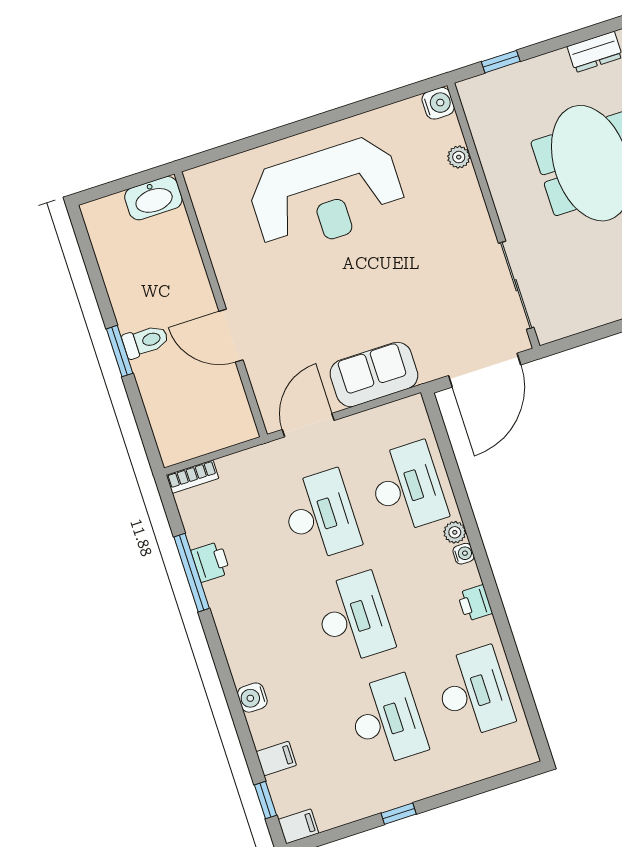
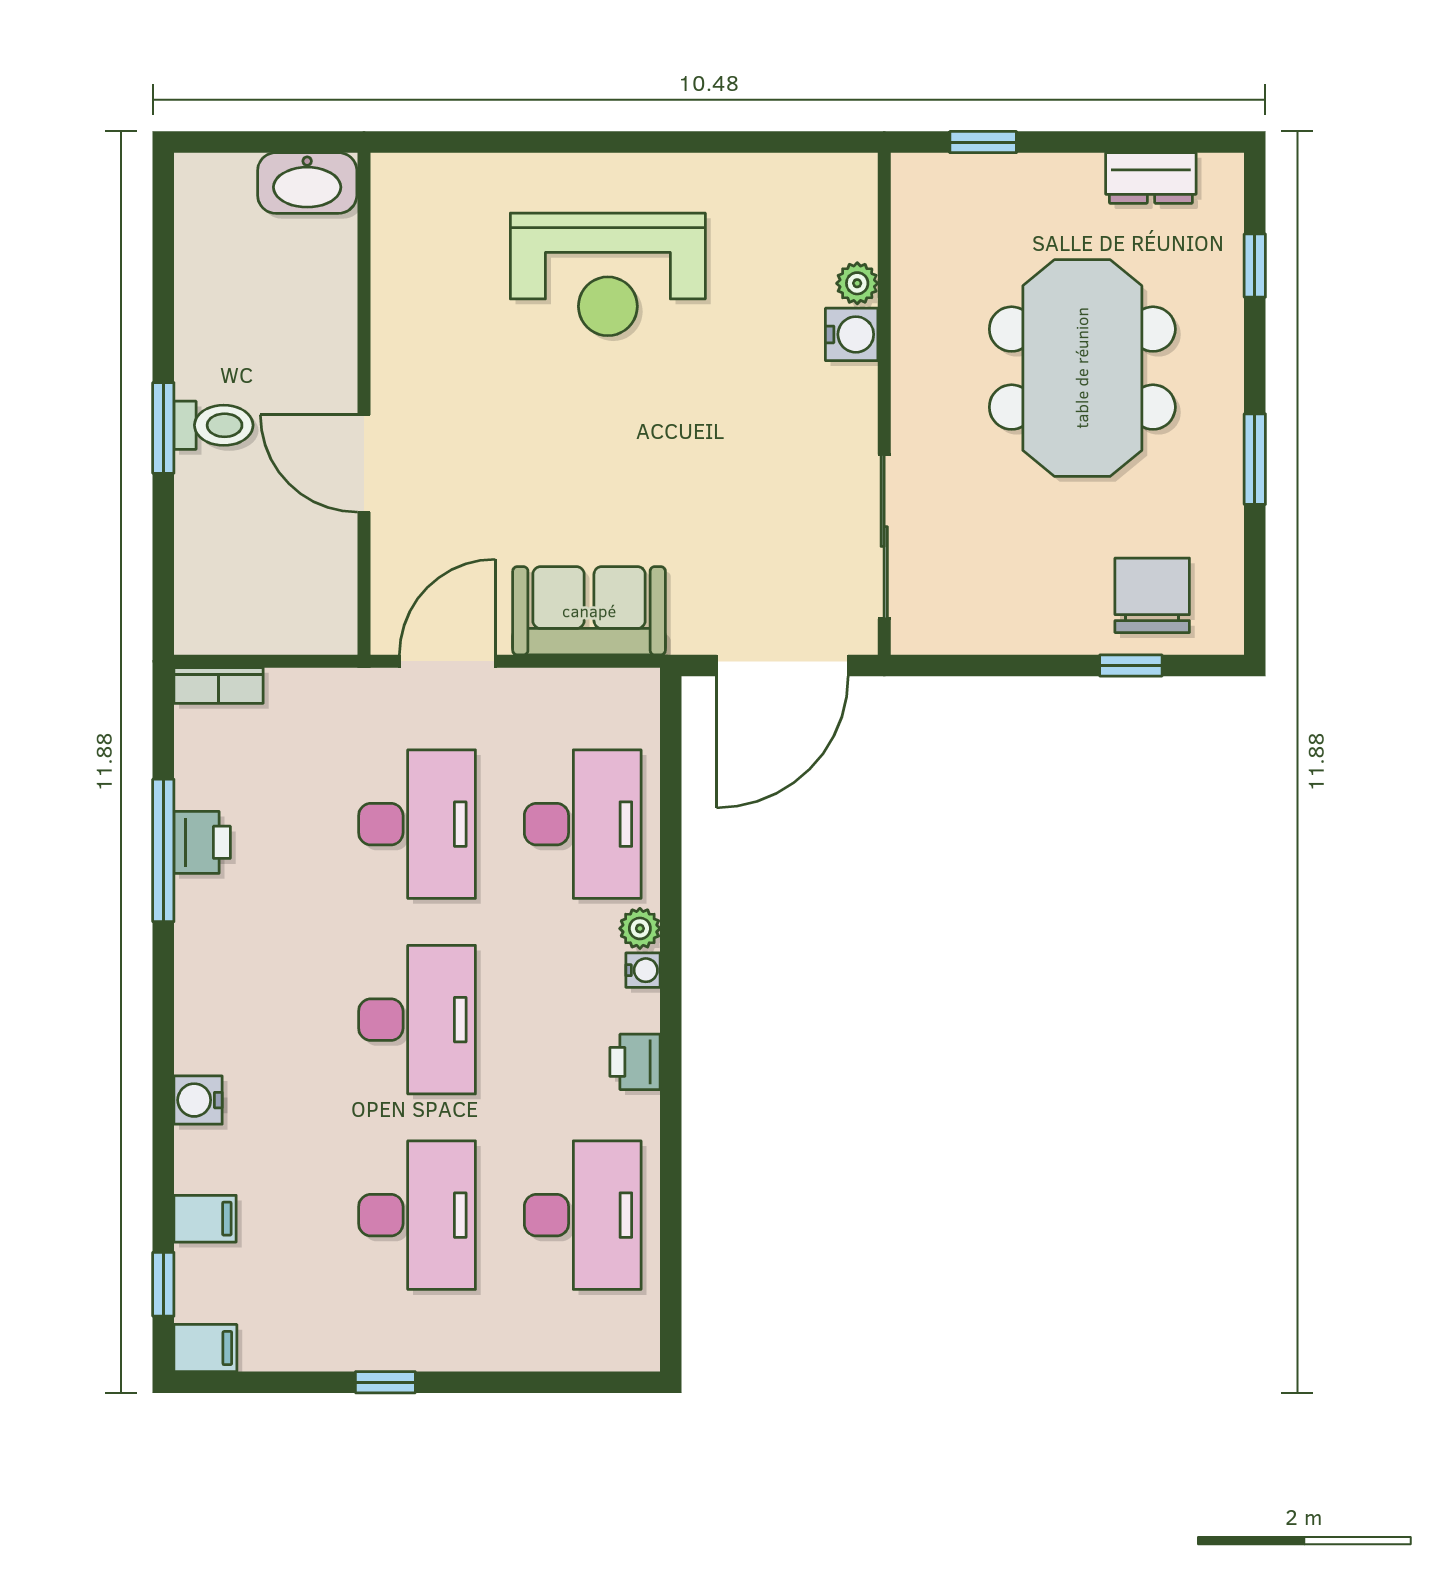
water cooler: (438, 103) -> (852, 334), moved
reception desk: (327, 195) -> (608, 274), width x0.74, depth x0.77

